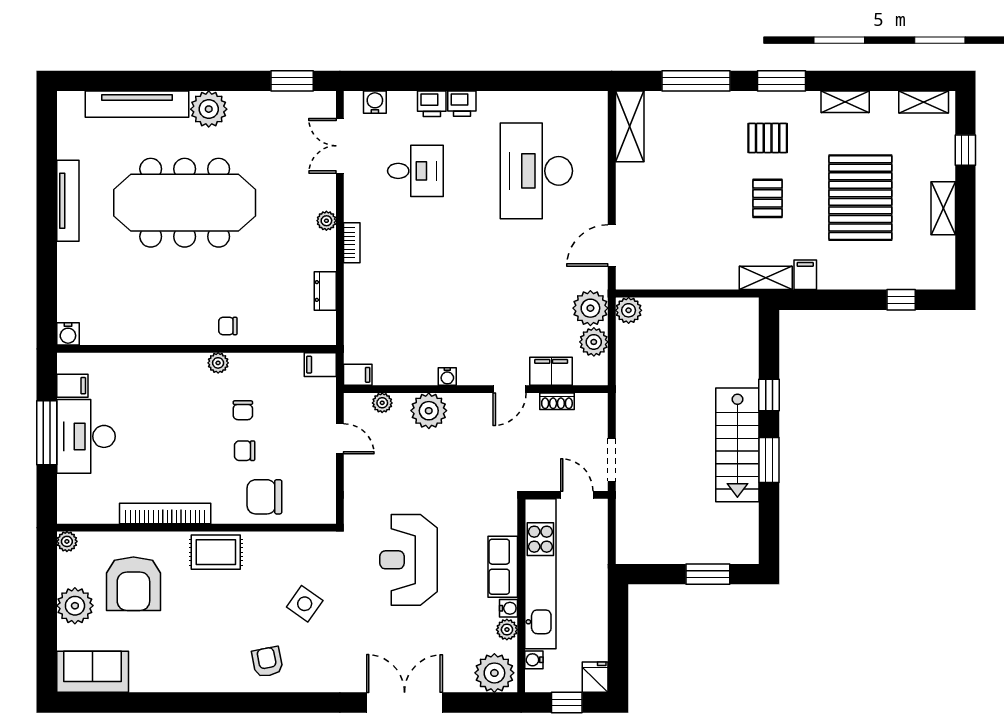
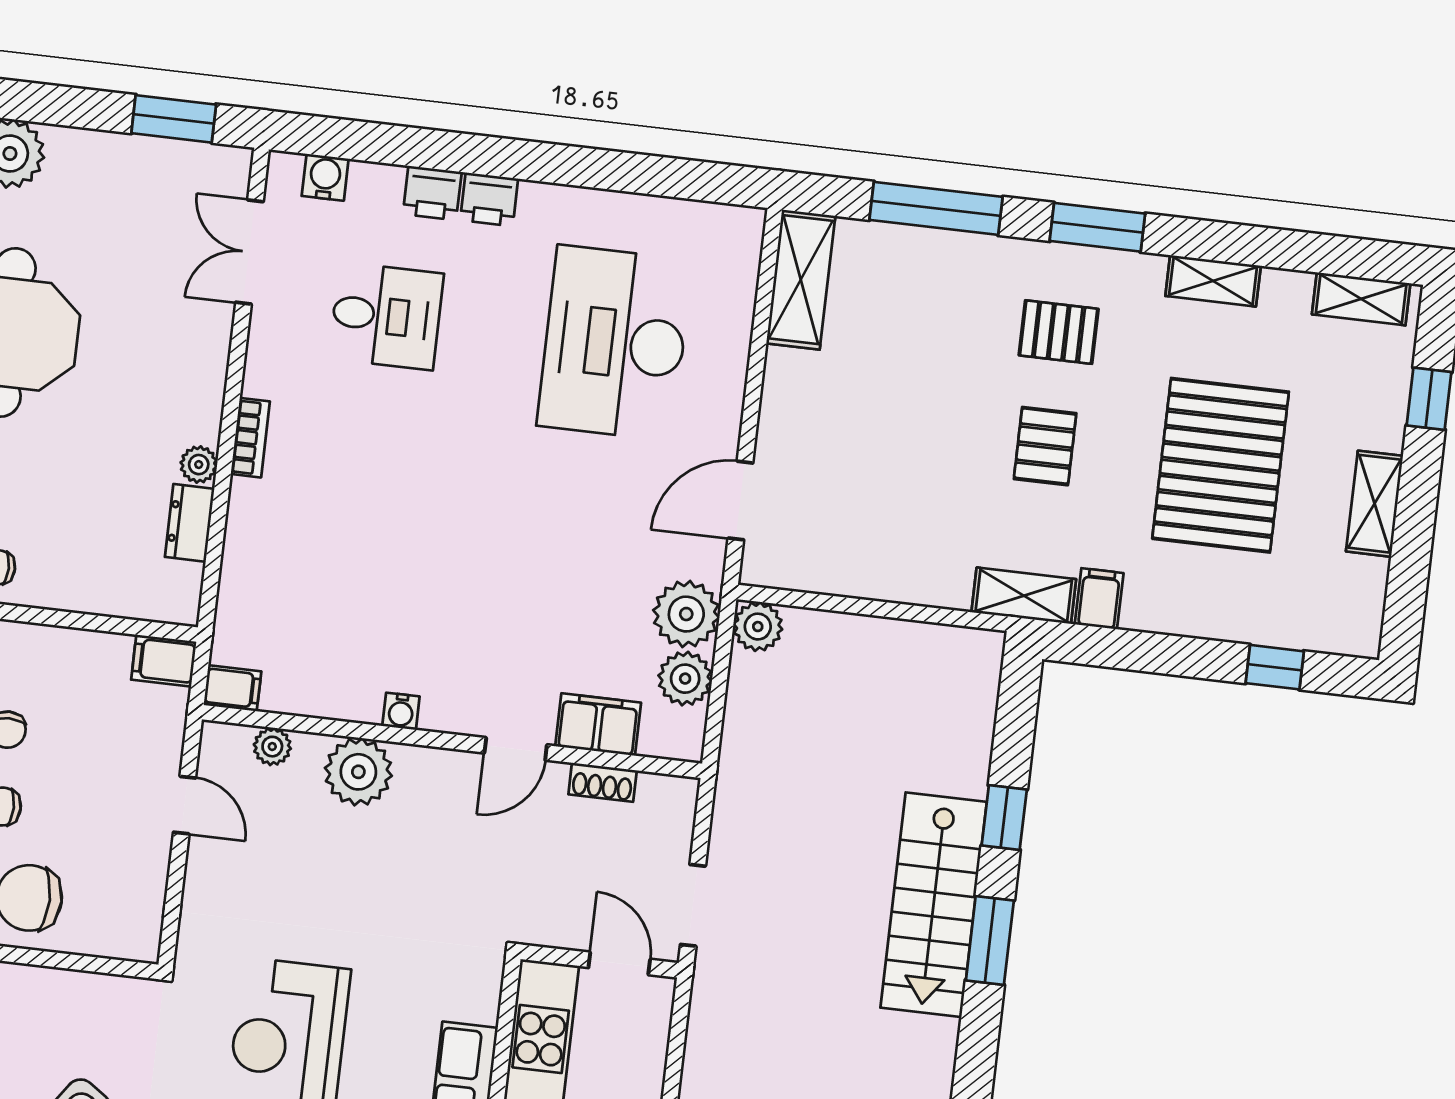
plant: (326, 221) -> (199, 465), moved

